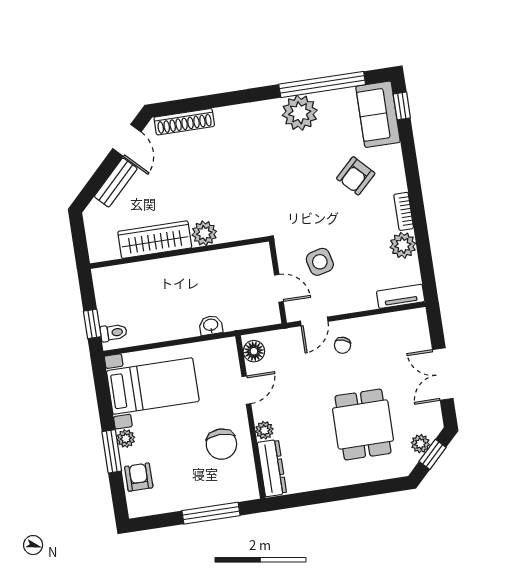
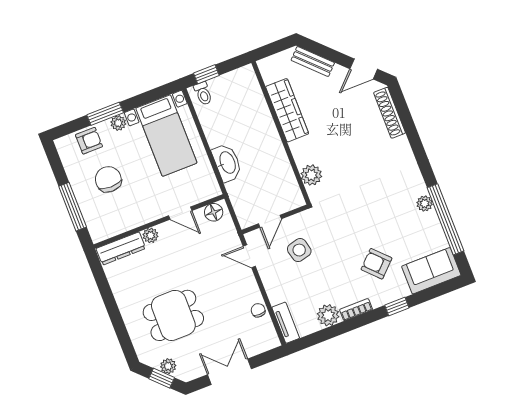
window: (402, 106) -> (397, 306), moved
plant: (300, 113) -> (425, 204), width x0.53, depth x0.53
bench: (116, 183) -> (313, 61), moved
plant: (204, 233) -> (311, 175), moved
washbasin: (211, 325) -> (227, 163), width x1.91, depth x1.45
chair: (342, 345) -> (258, 310), moved, turned 72
chair: (221, 444) -> (108, 179), moved, turned 90

